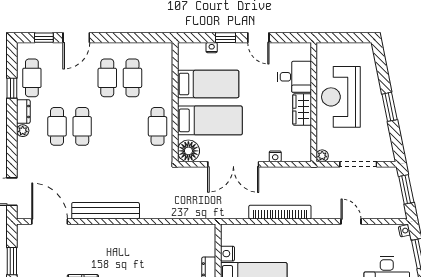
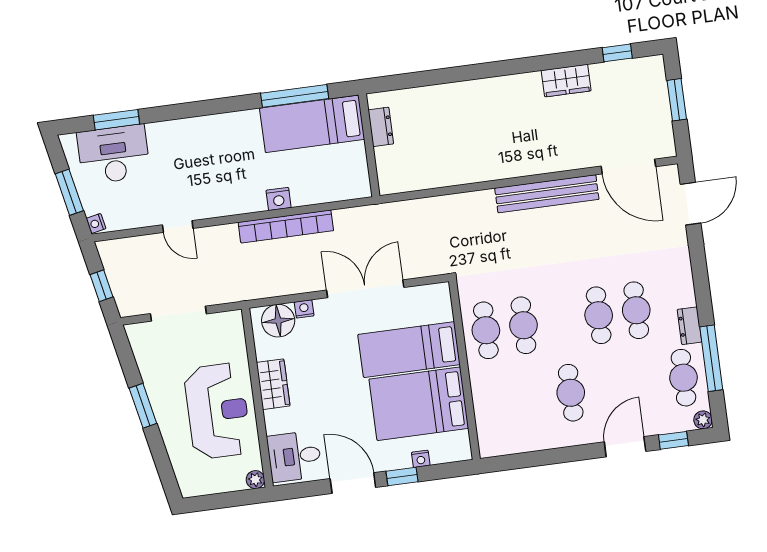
door: (258, 38) -> (353, 483), width x1.38
desk: (294, 77) -> (294, 456), moved
cafe table: (132, 78) -> (523, 325), moved
bed: (208, 84) -> (419, 404), width x1.50
window: (12, 88) -> (711, 358), width x2.17
plant: (23, 131) -> (703, 420), moved
floor lamp: (188, 151) -> (278, 321), moved
plant: (322, 156) -> (255, 480), moved
window: (406, 189) -> (102, 286), width x0.67
nightstand: (227, 254) -> (279, 199), moved, turned 90

